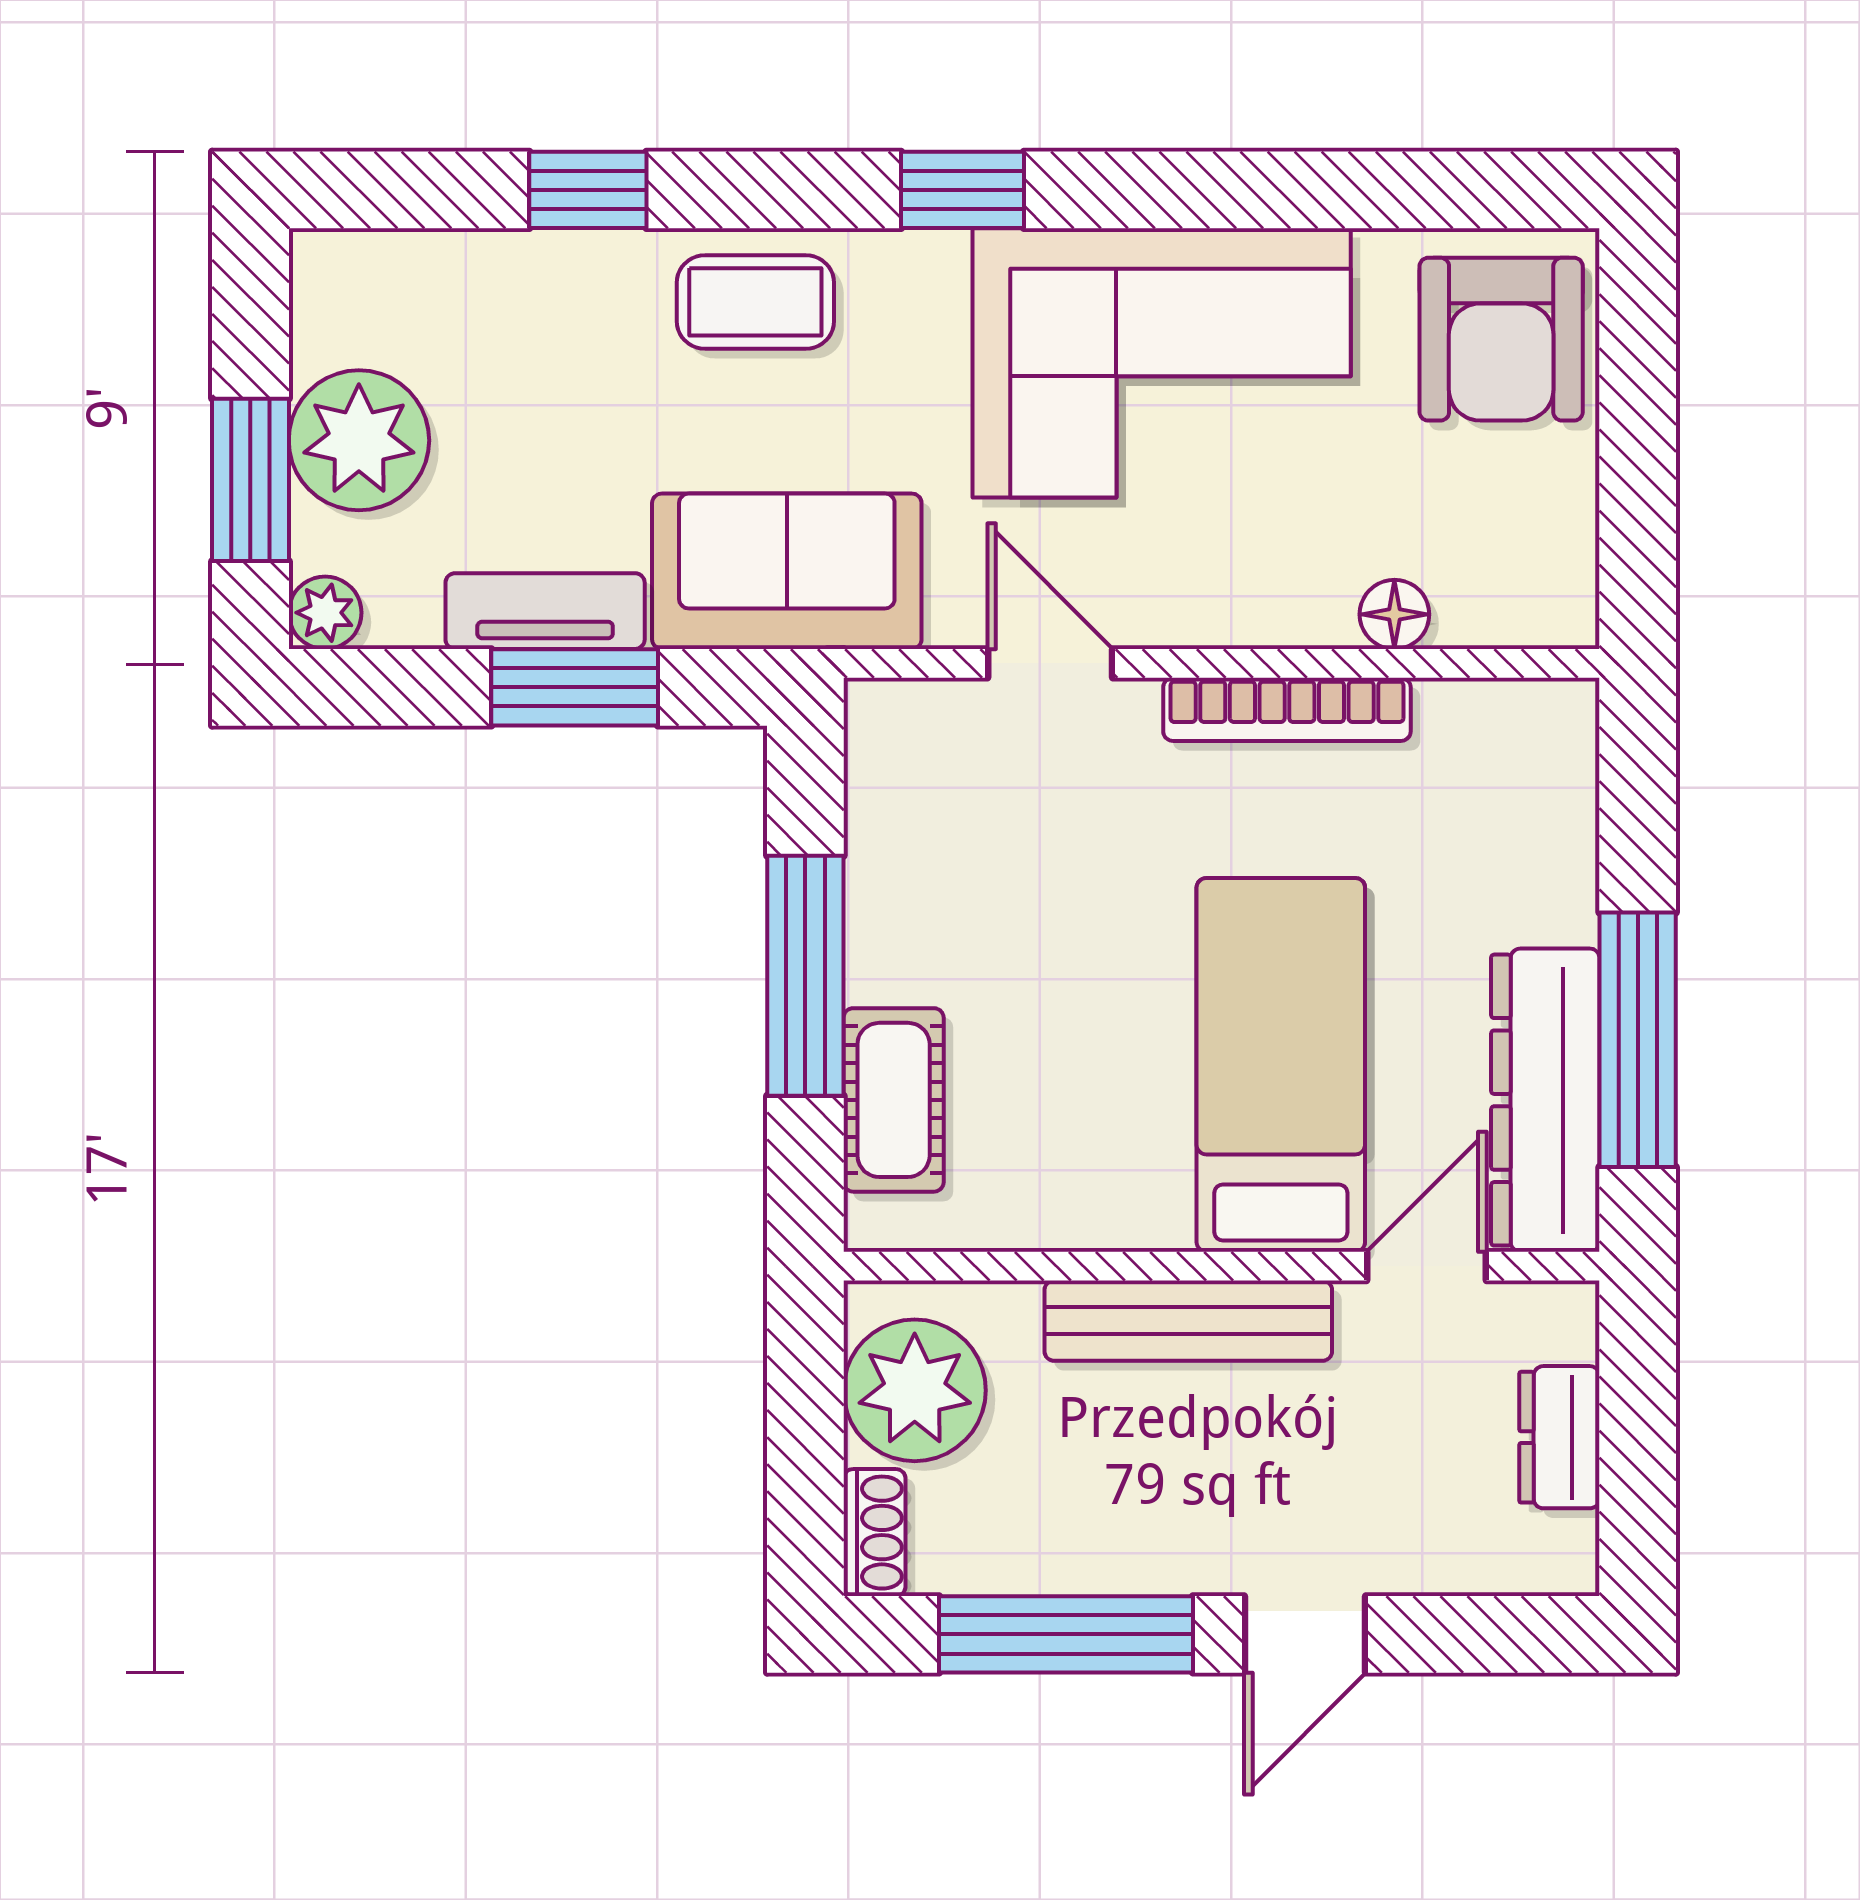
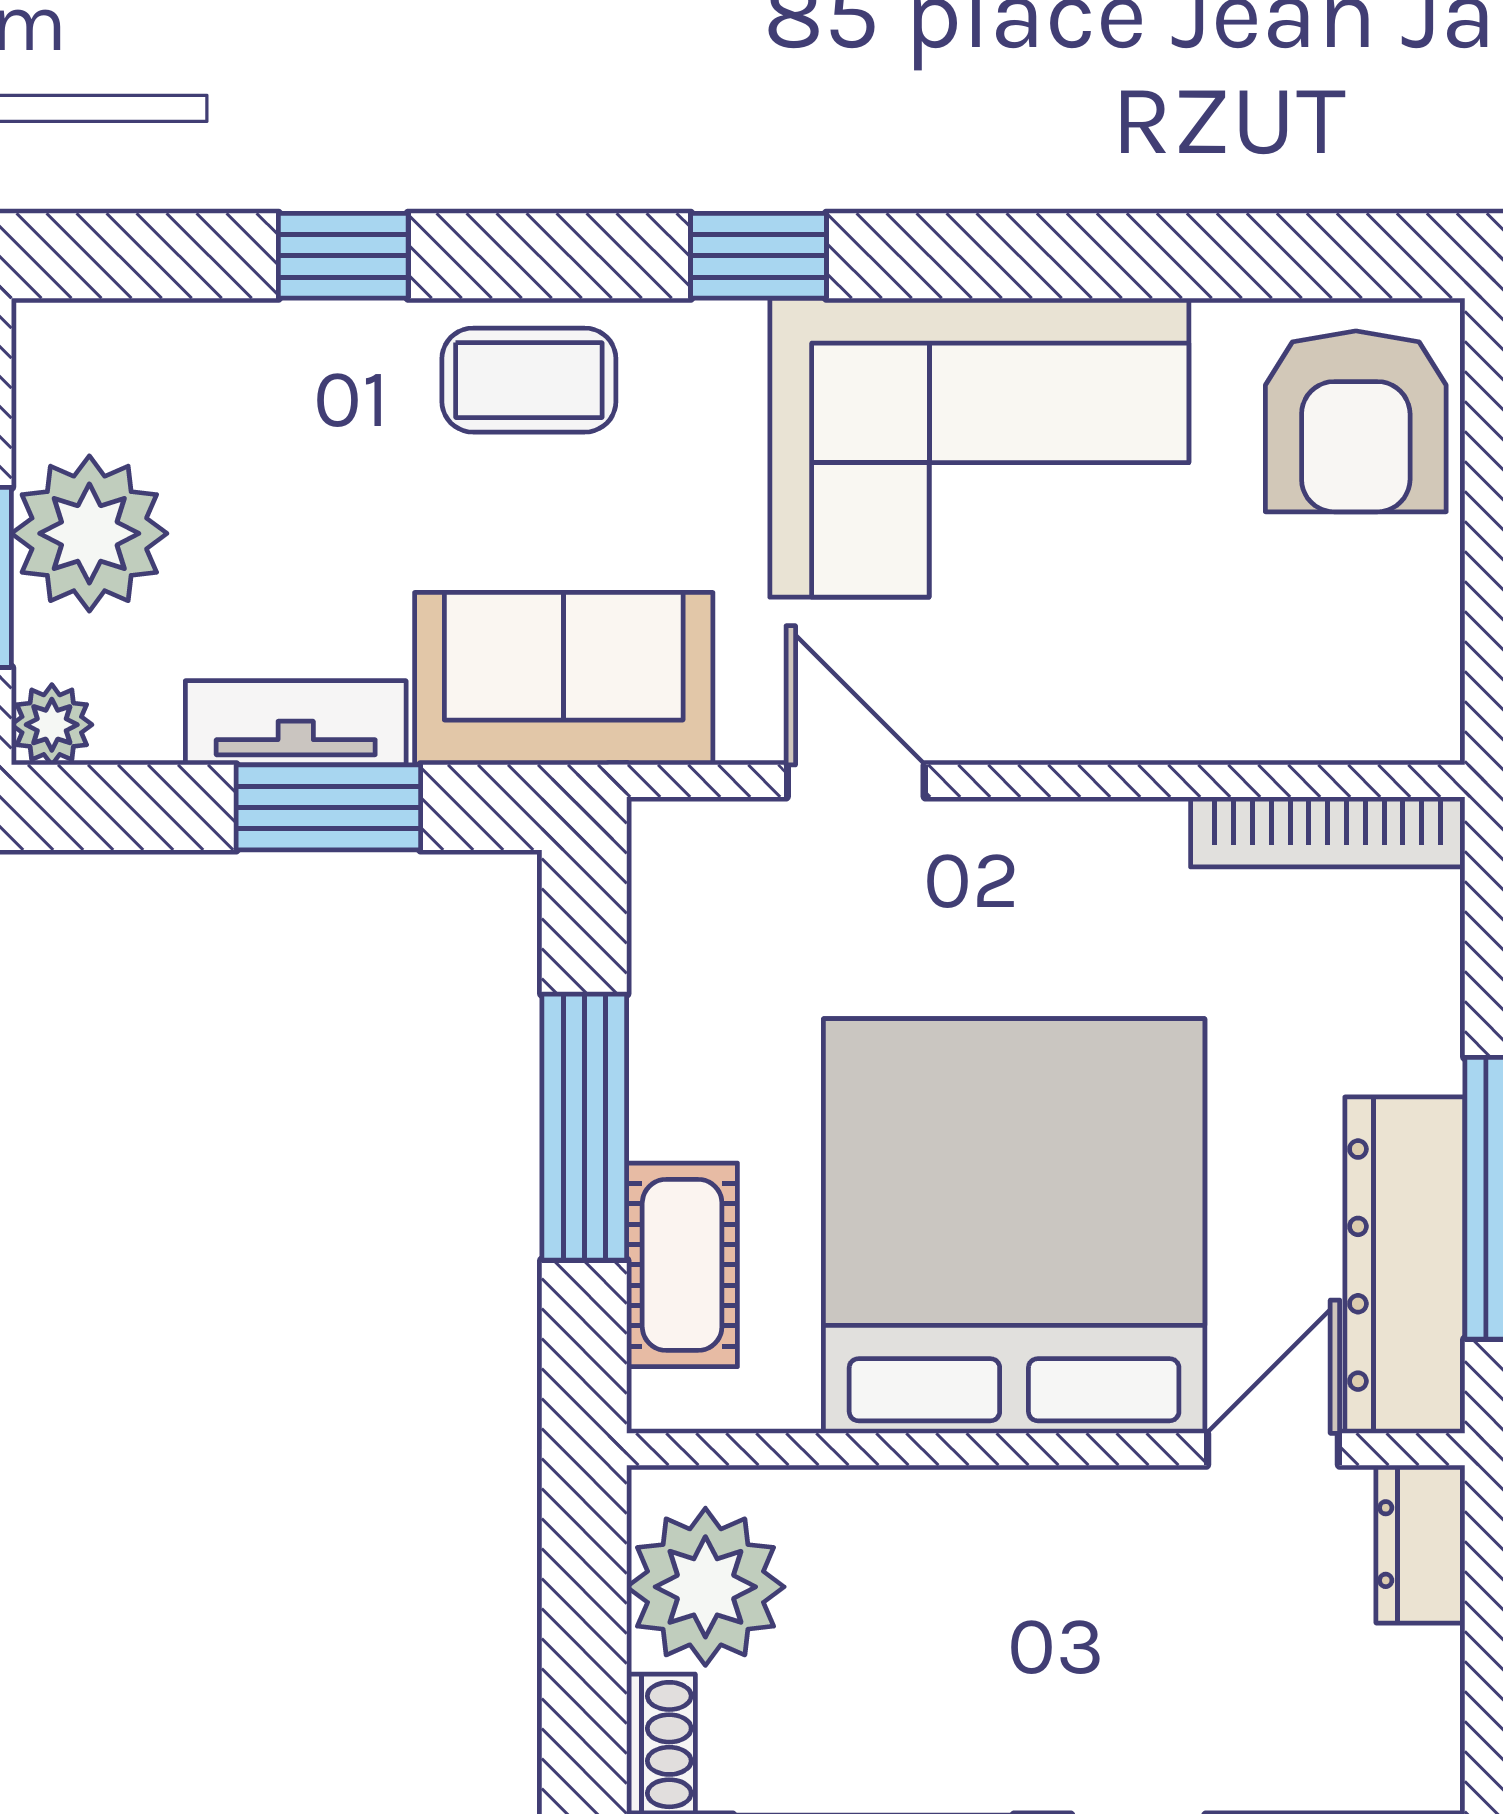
floor lamp: (1394, 614) -> (1237, 726), removed
bookcase: (1287, 709) -> (1328, 832), moved
bed: (1281, 1065) -> (1014, 1226), width x2.04
bench: (1188, 1321) -> (1009, 1510), removed
dresser: (1559, 1437) -> (1420, 1544), moved

